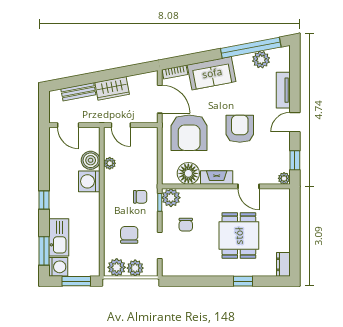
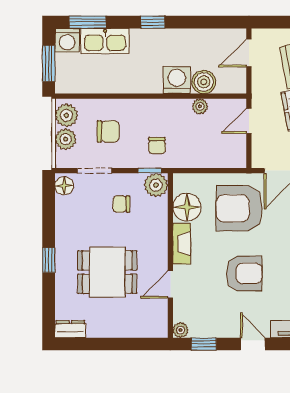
floor lamp: (171, 269) -> (64, 186), added
window: (243, 281) -> (49, 260), moved

